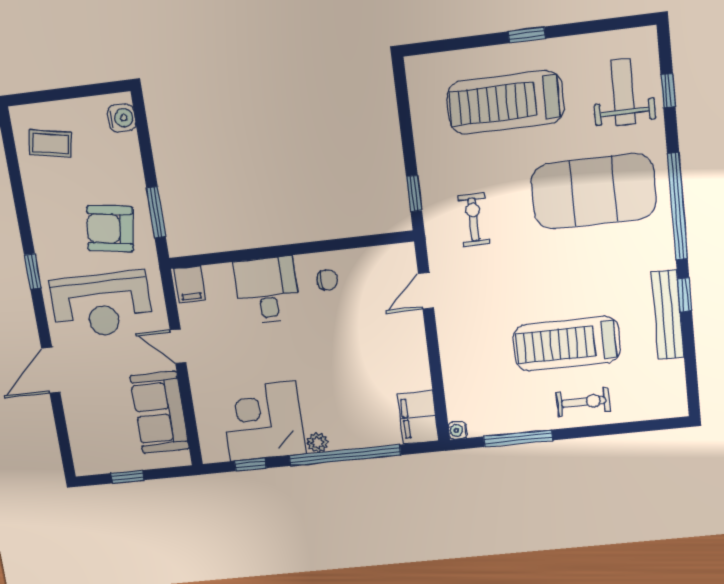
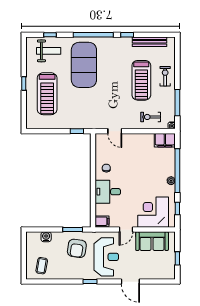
weight bench: (623, 92) -> (49, 51), turned 180
water cooler: (122, 118) -> (46, 237), moved
exercise bike: (474, 220) -> (151, 117), moved
bench: (668, 315) -> (149, 42), moved
corner desk: (263, 421) -> (153, 212), moved, turned 90

